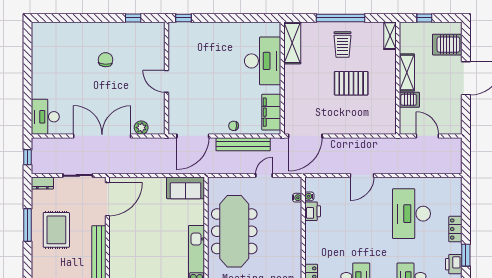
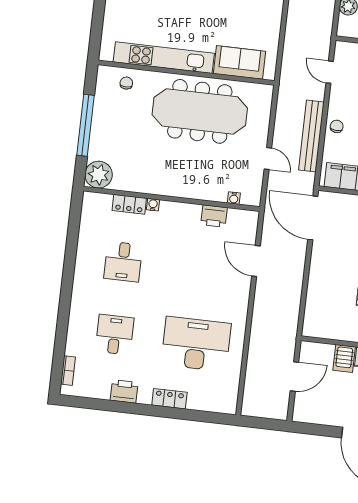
door: (193, 136) -> (330, 72), width x0.53
door: (362, 175) -> (256, 261), moved
sofa: (186, 188) -> (239, 62), moved, turned 90
water cooler: (309, 196) -> (153, 205), moved
window: (466, 255) -> (134, 408), removed

